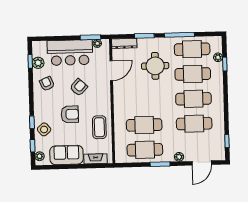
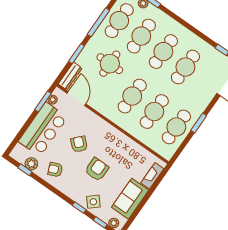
door: (111, 71) -> (76, 99), moved
cafe table: (143, 100) -> (132, 96), added
coffee table: (99, 127) -> (127, 152), removed
plant: (179, 157) -> (205, 102), removed

